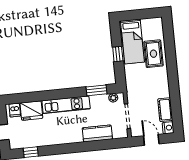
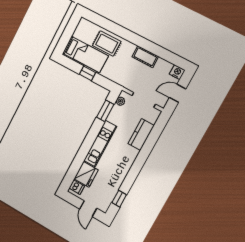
cot: (165, 110) -> (145, 57), moved

